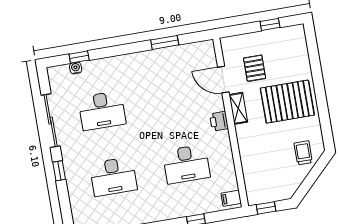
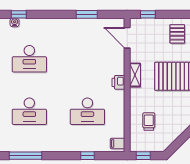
window: (270, 24) -> (148, 14), moved
pallet: (255, 68) -> (177, 34), moved
door: (223, 80) -> (127, 38), moved
trolley: (303, 153) -> (149, 121), moved

